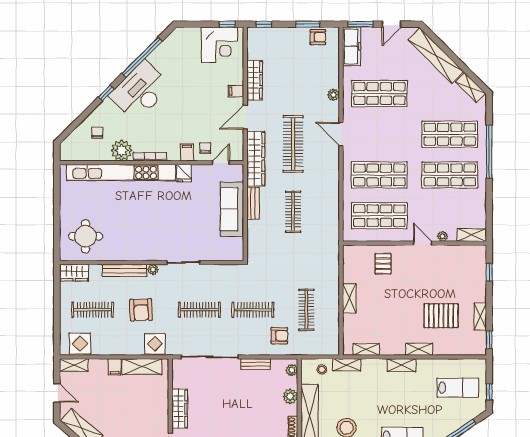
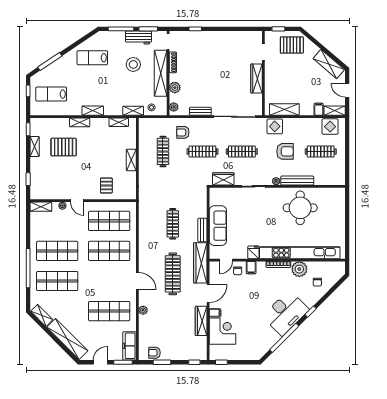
corner desk: (219, 45) -> (222, 331), moved, turned 90
round table: (86, 236) -> (300, 208), moved, width x1.36, depth x1.36
wardrobe: (74, 273) -> (223, 179), moved
armchair: (141, 310) -> (285, 151), turned 92
filing cabinet: (115, 367) -> (319, 109), moved

